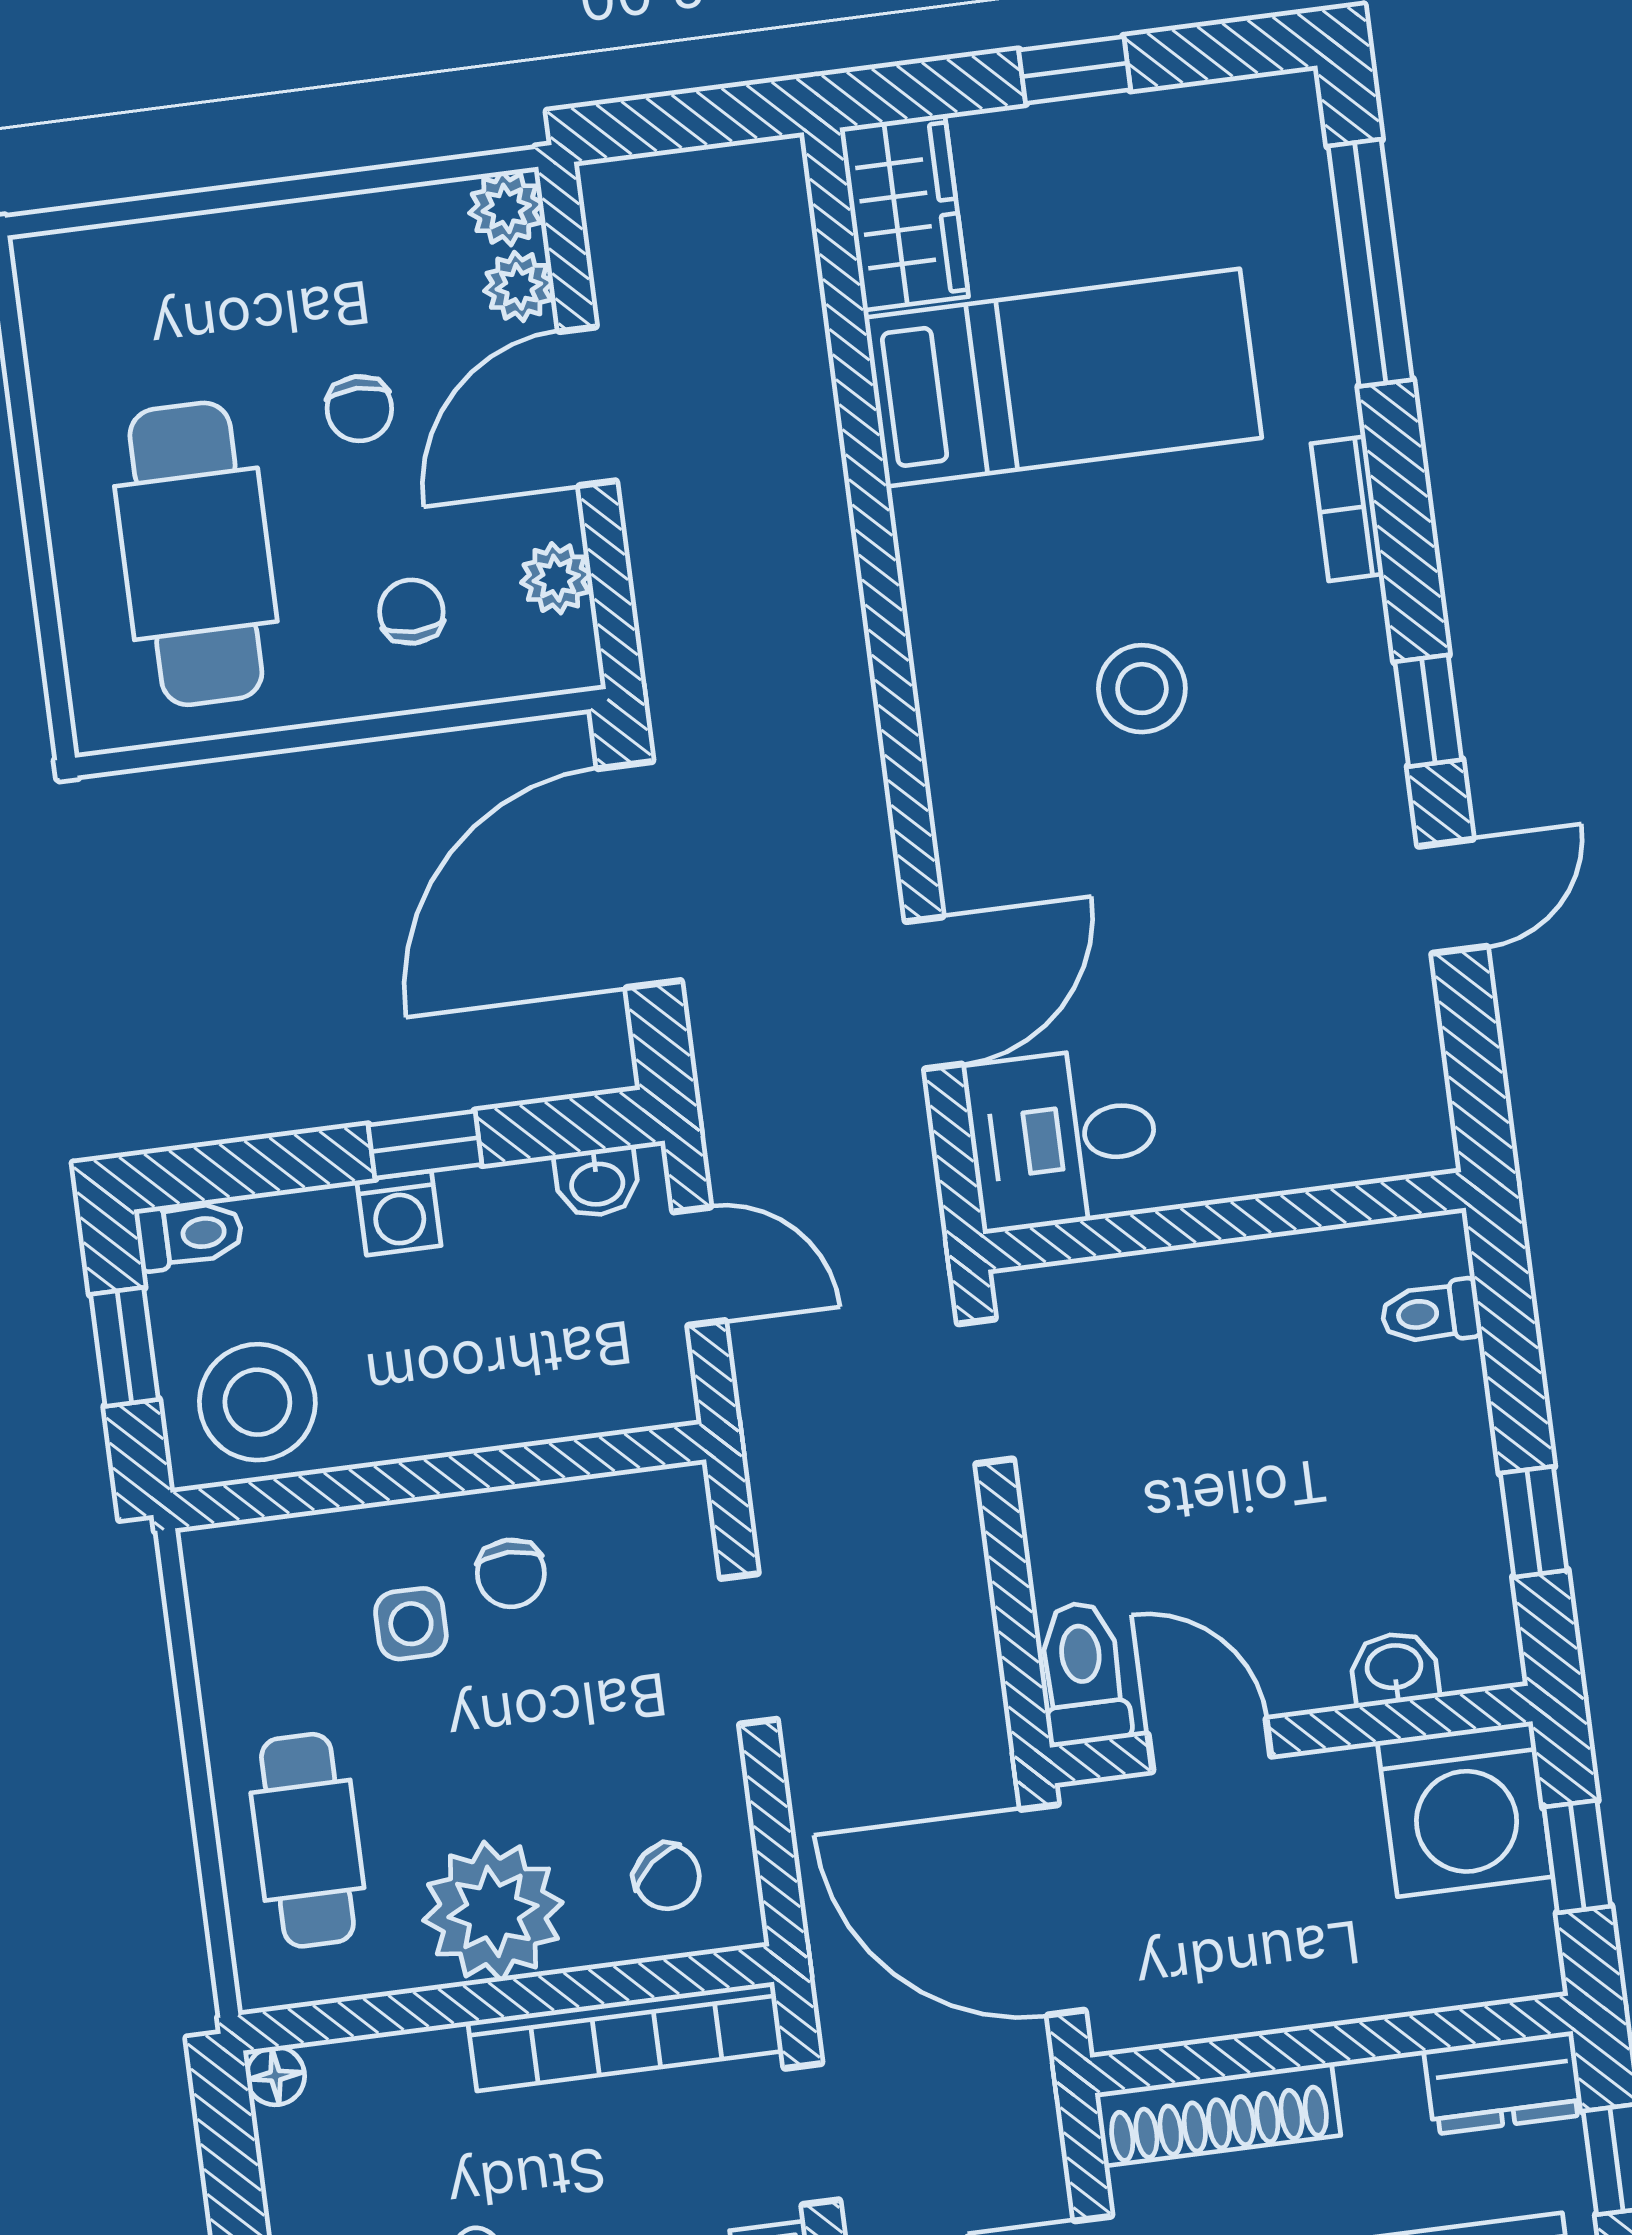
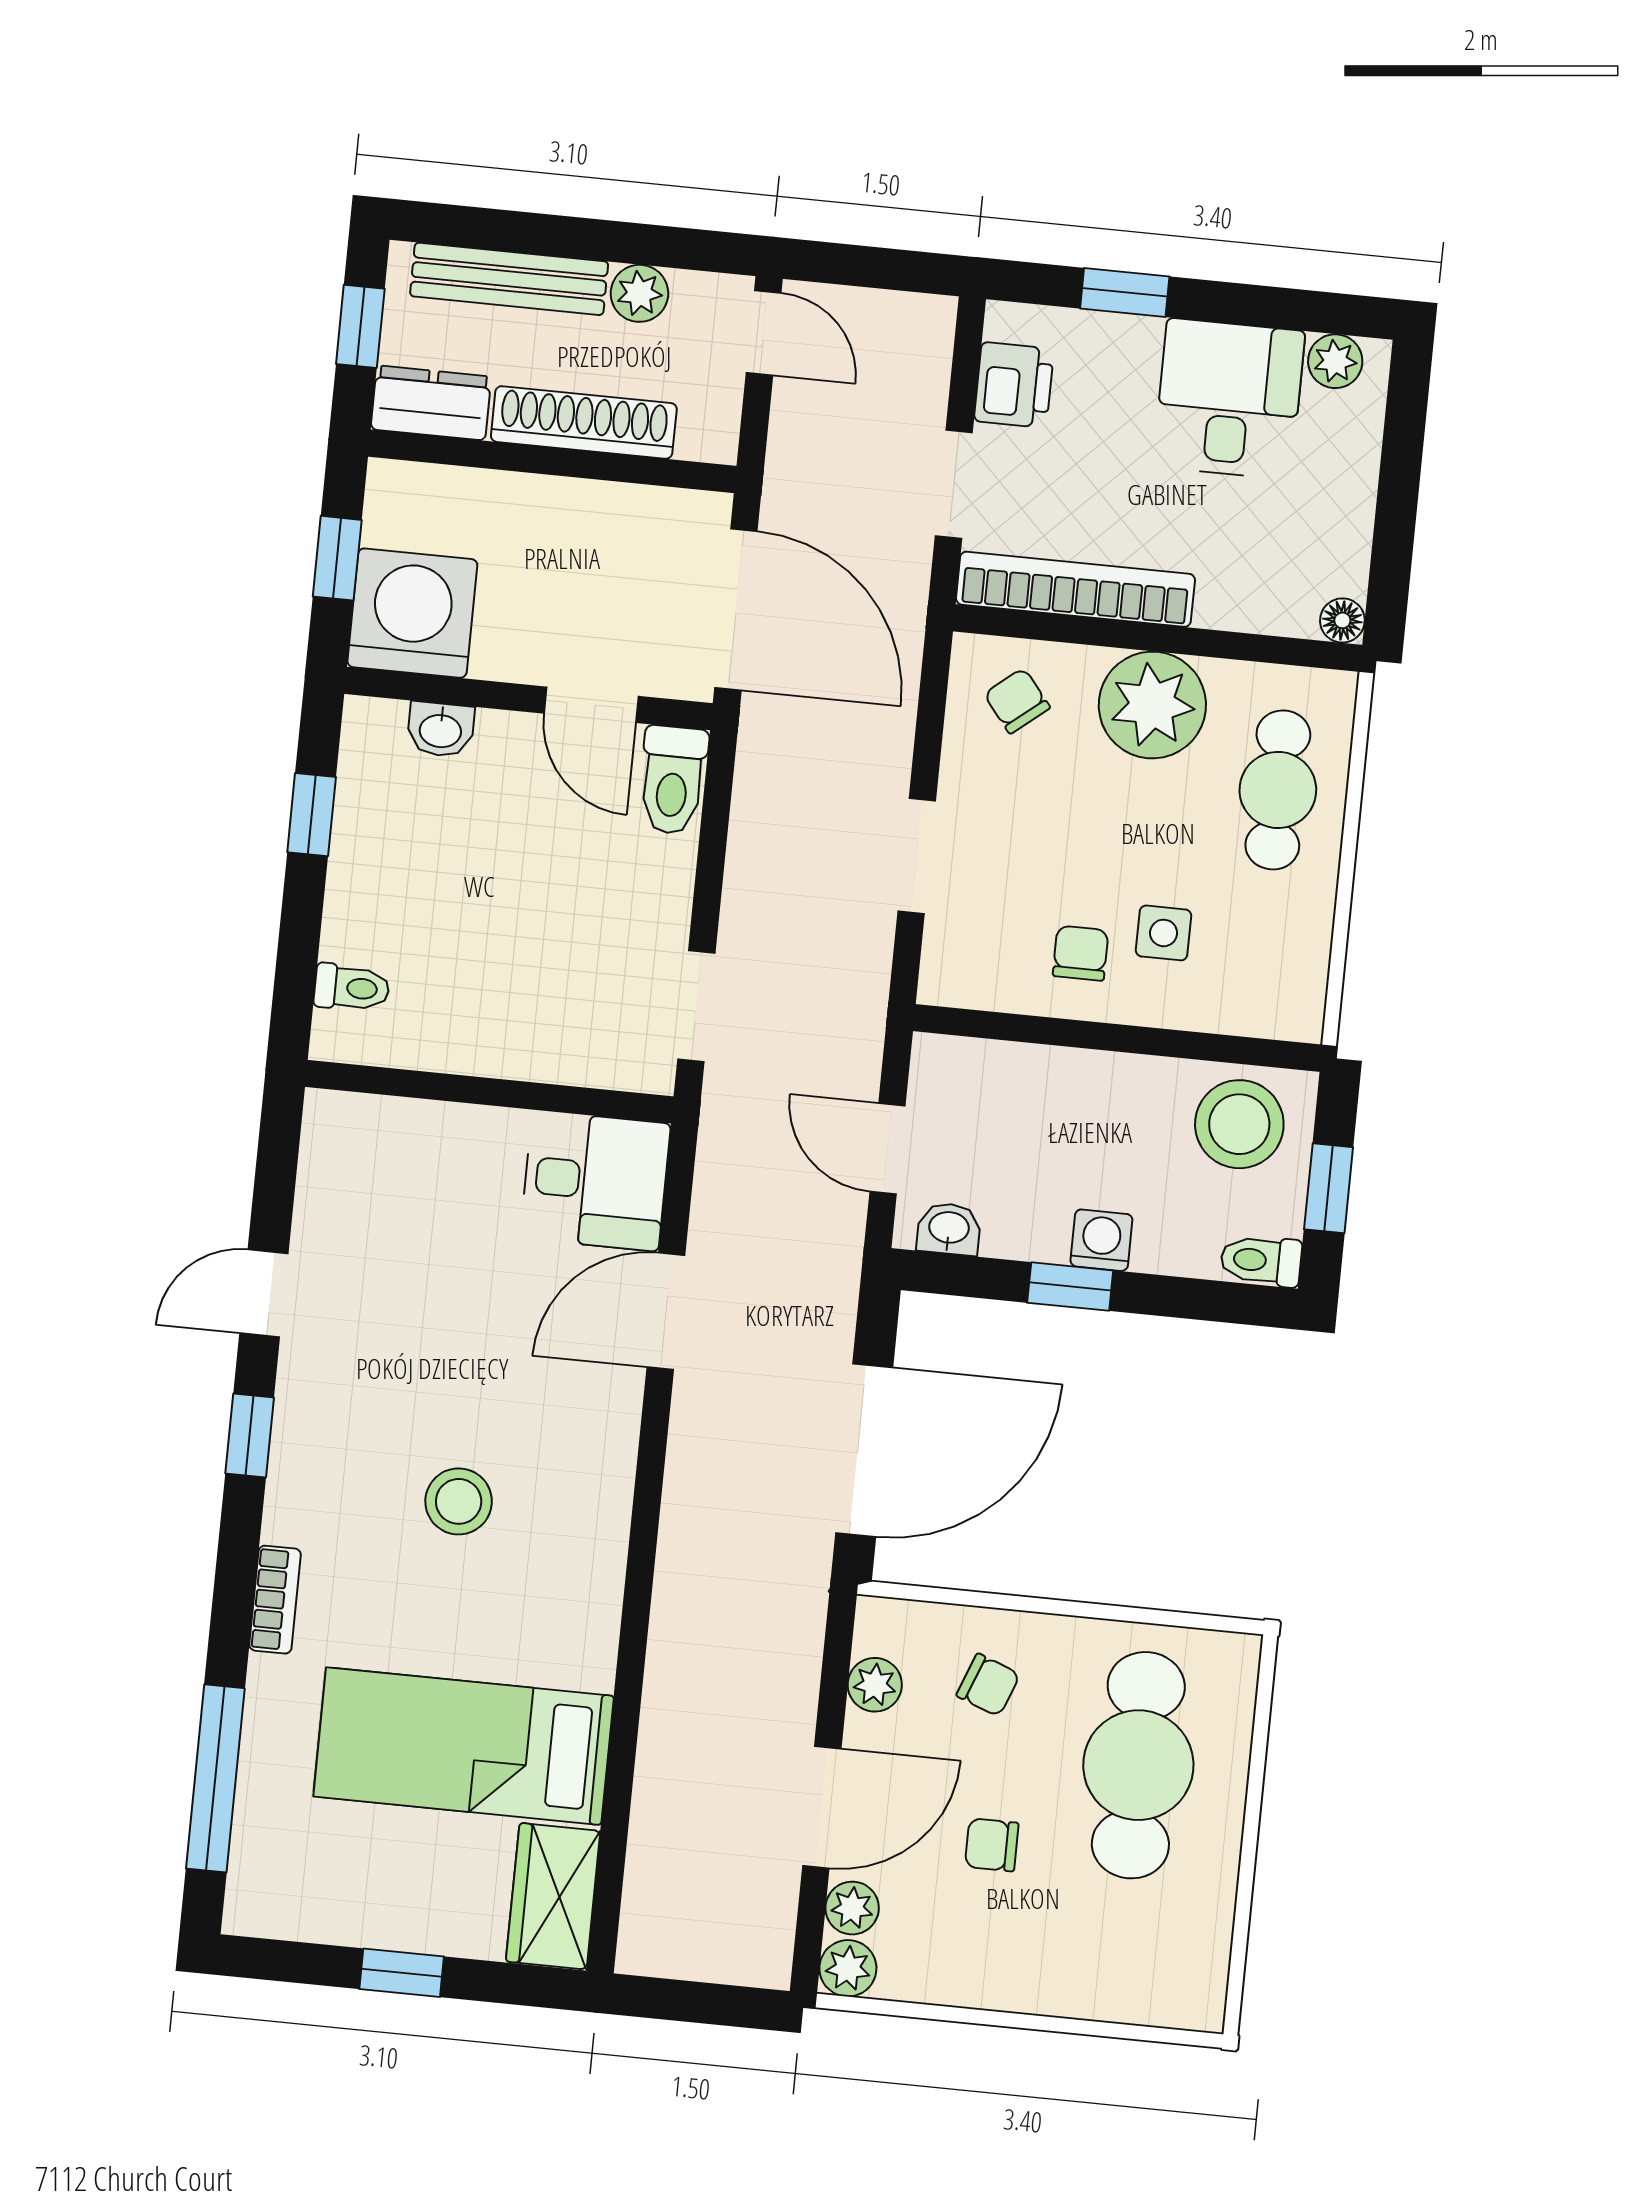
chair: (359, 409) -> (992, 1845), turned -90
chair: (411, 612) -> (988, 1685), turned -69
shoe rack: (1218, 2114) -> (584, 422), moved

